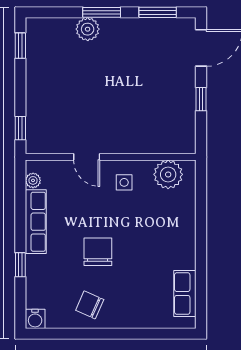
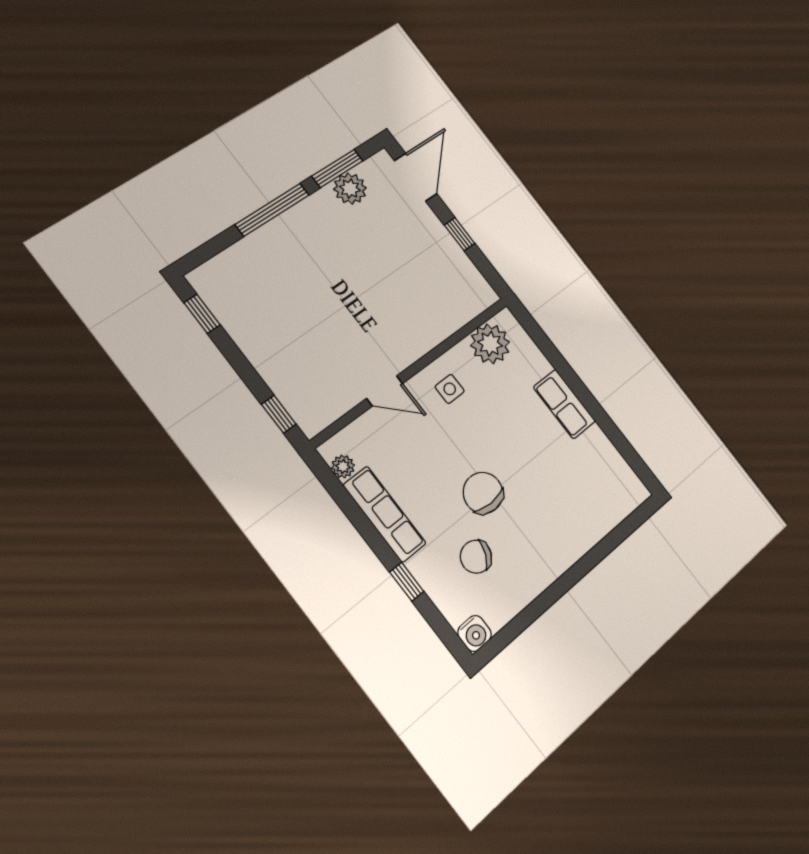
window: (102, 12) -> (272, 210), width x1.44
plant: (88, 29) -> (350, 189), moved
row of seats: (185, 293) -> (564, 404), moved
chair: (90, 305) -> (476, 557), moved

